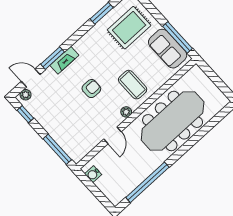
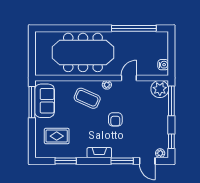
rug: (129, 28) -> (57, 136), width x0.73, depth x0.70
fireplace: (64, 60) -> (99, 153), moved
coffee table: (133, 85) -> (87, 98), turned -66
armchair: (91, 89) -> (115, 119), turned -90
plant: (77, 150) -> (160, 89), added

